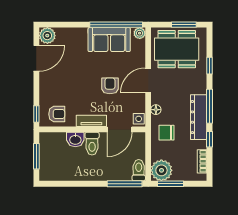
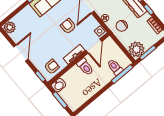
door: (36, 58) -> (21, 53), moved
washbasin: (75, 139) -> (59, 85), moved
toilet: (139, 170) -> (115, 67), moved

